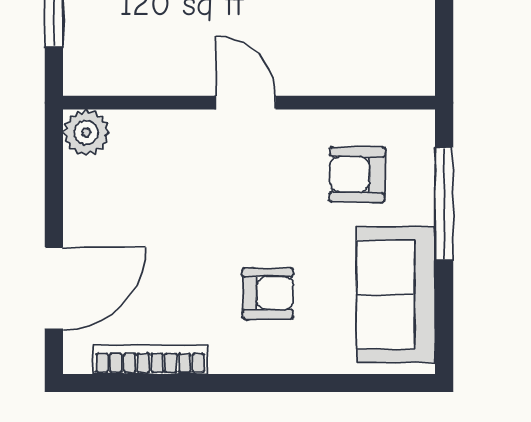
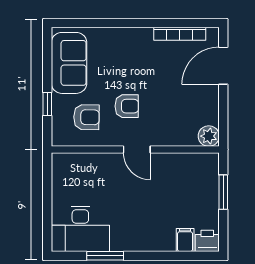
window: (444, 204) -> (47, 104), width x0.46
armchair: (268, 293) -> (127, 106), moved, turned 180

